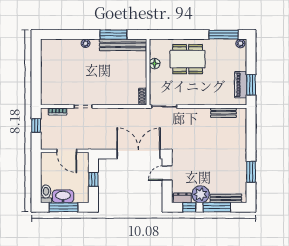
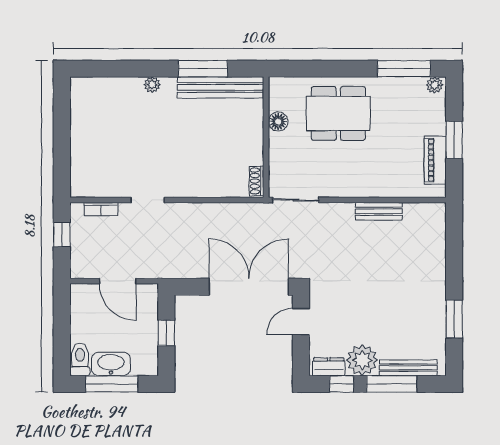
window: (251, 85) -> (454, 140), moved
bench: (223, 113) -> (379, 211), moved

